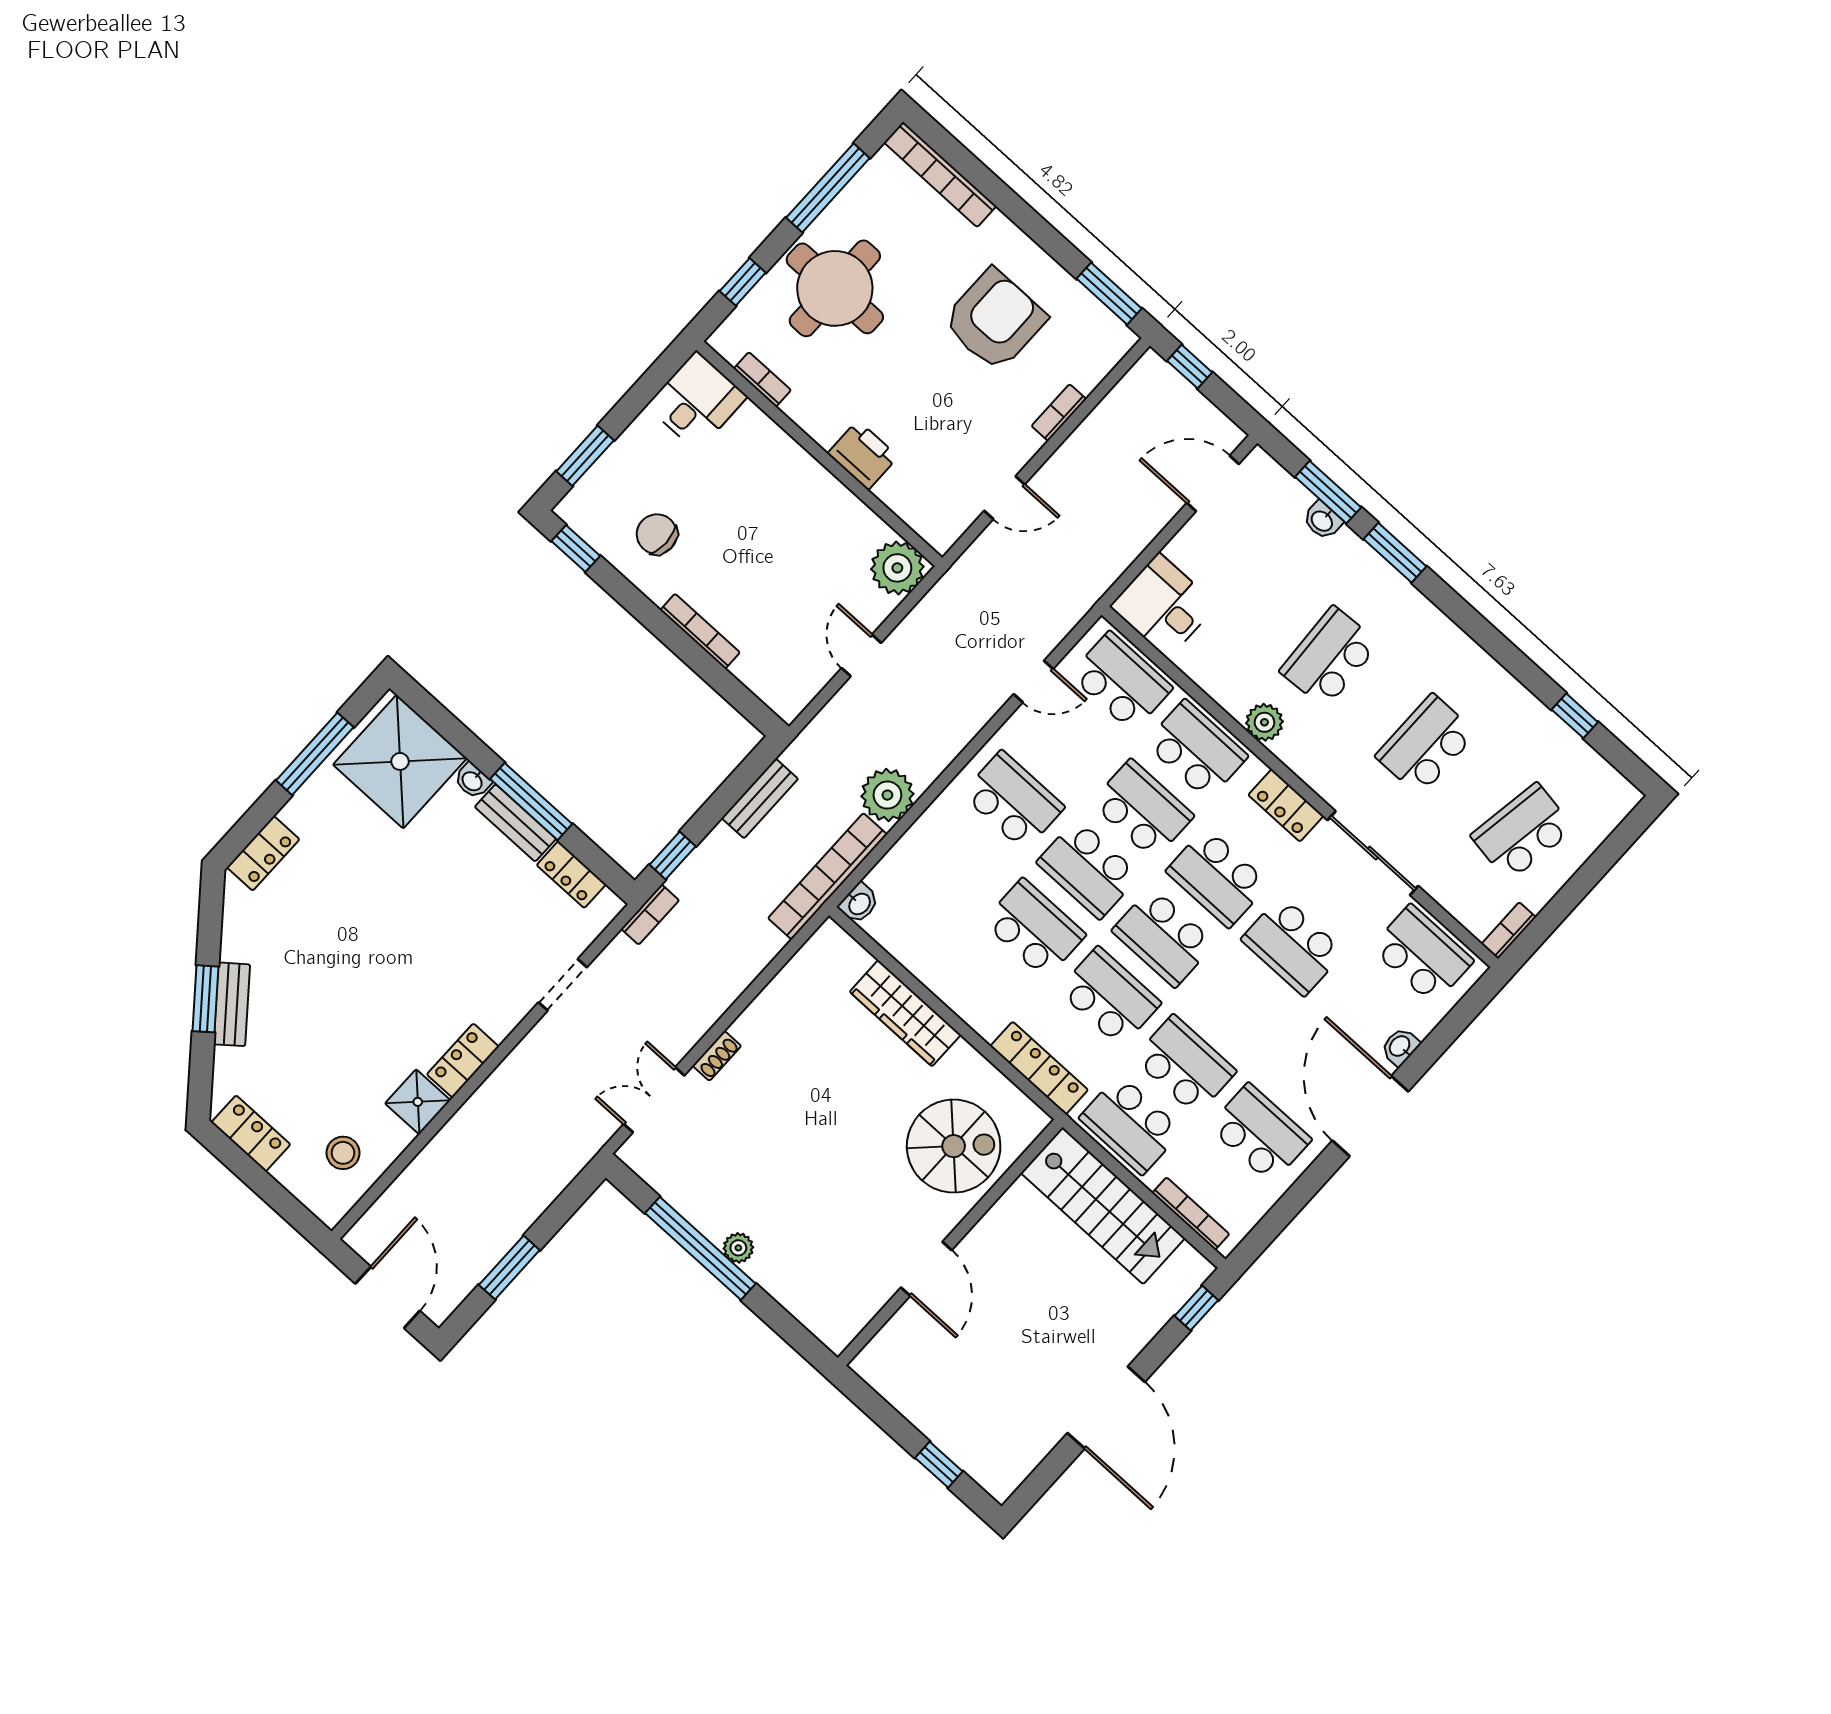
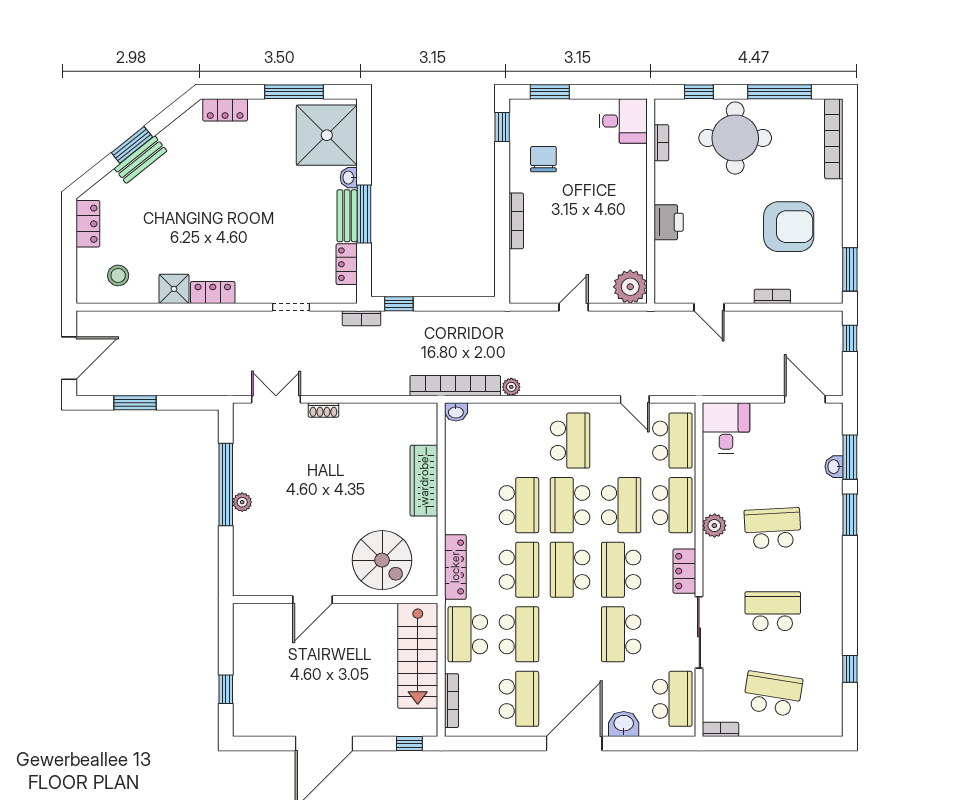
plant: (887, 795) -> (511, 387), width x0.53, depth x0.53
bench: (760, 798) -> (463, 320), removed
washbasin: (1400, 1047) -> (624, 724), width x1.38, depth x1.45

